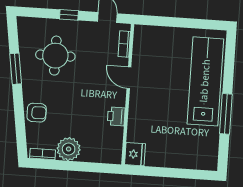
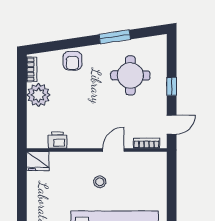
stool: (160, 93) -> (100, 182), added
printer: (116, 116) -> (58, 140), moved

